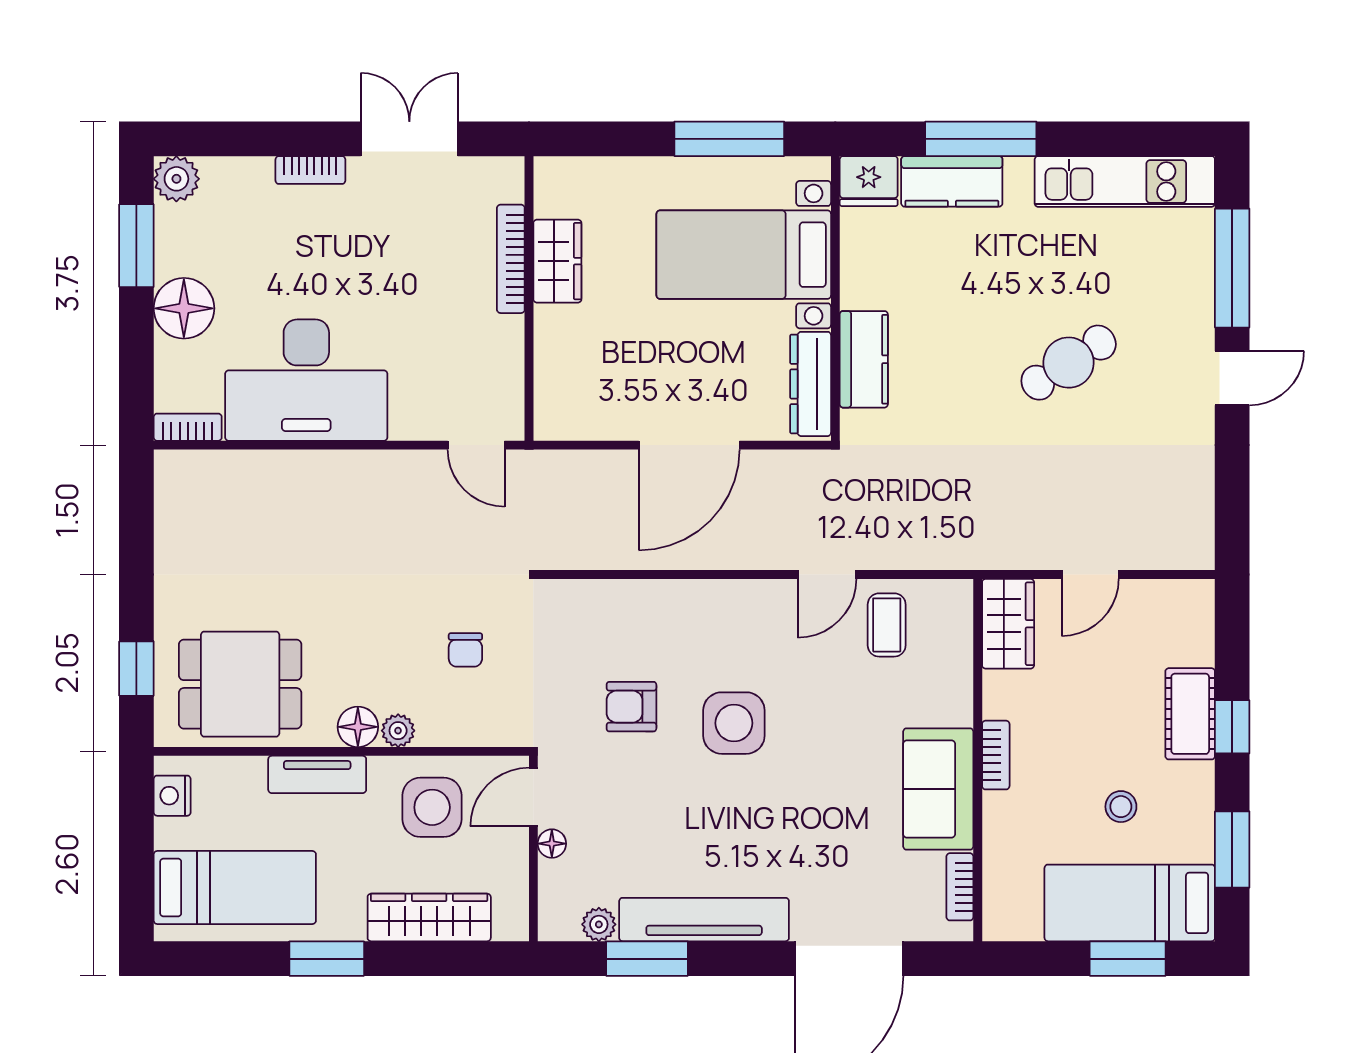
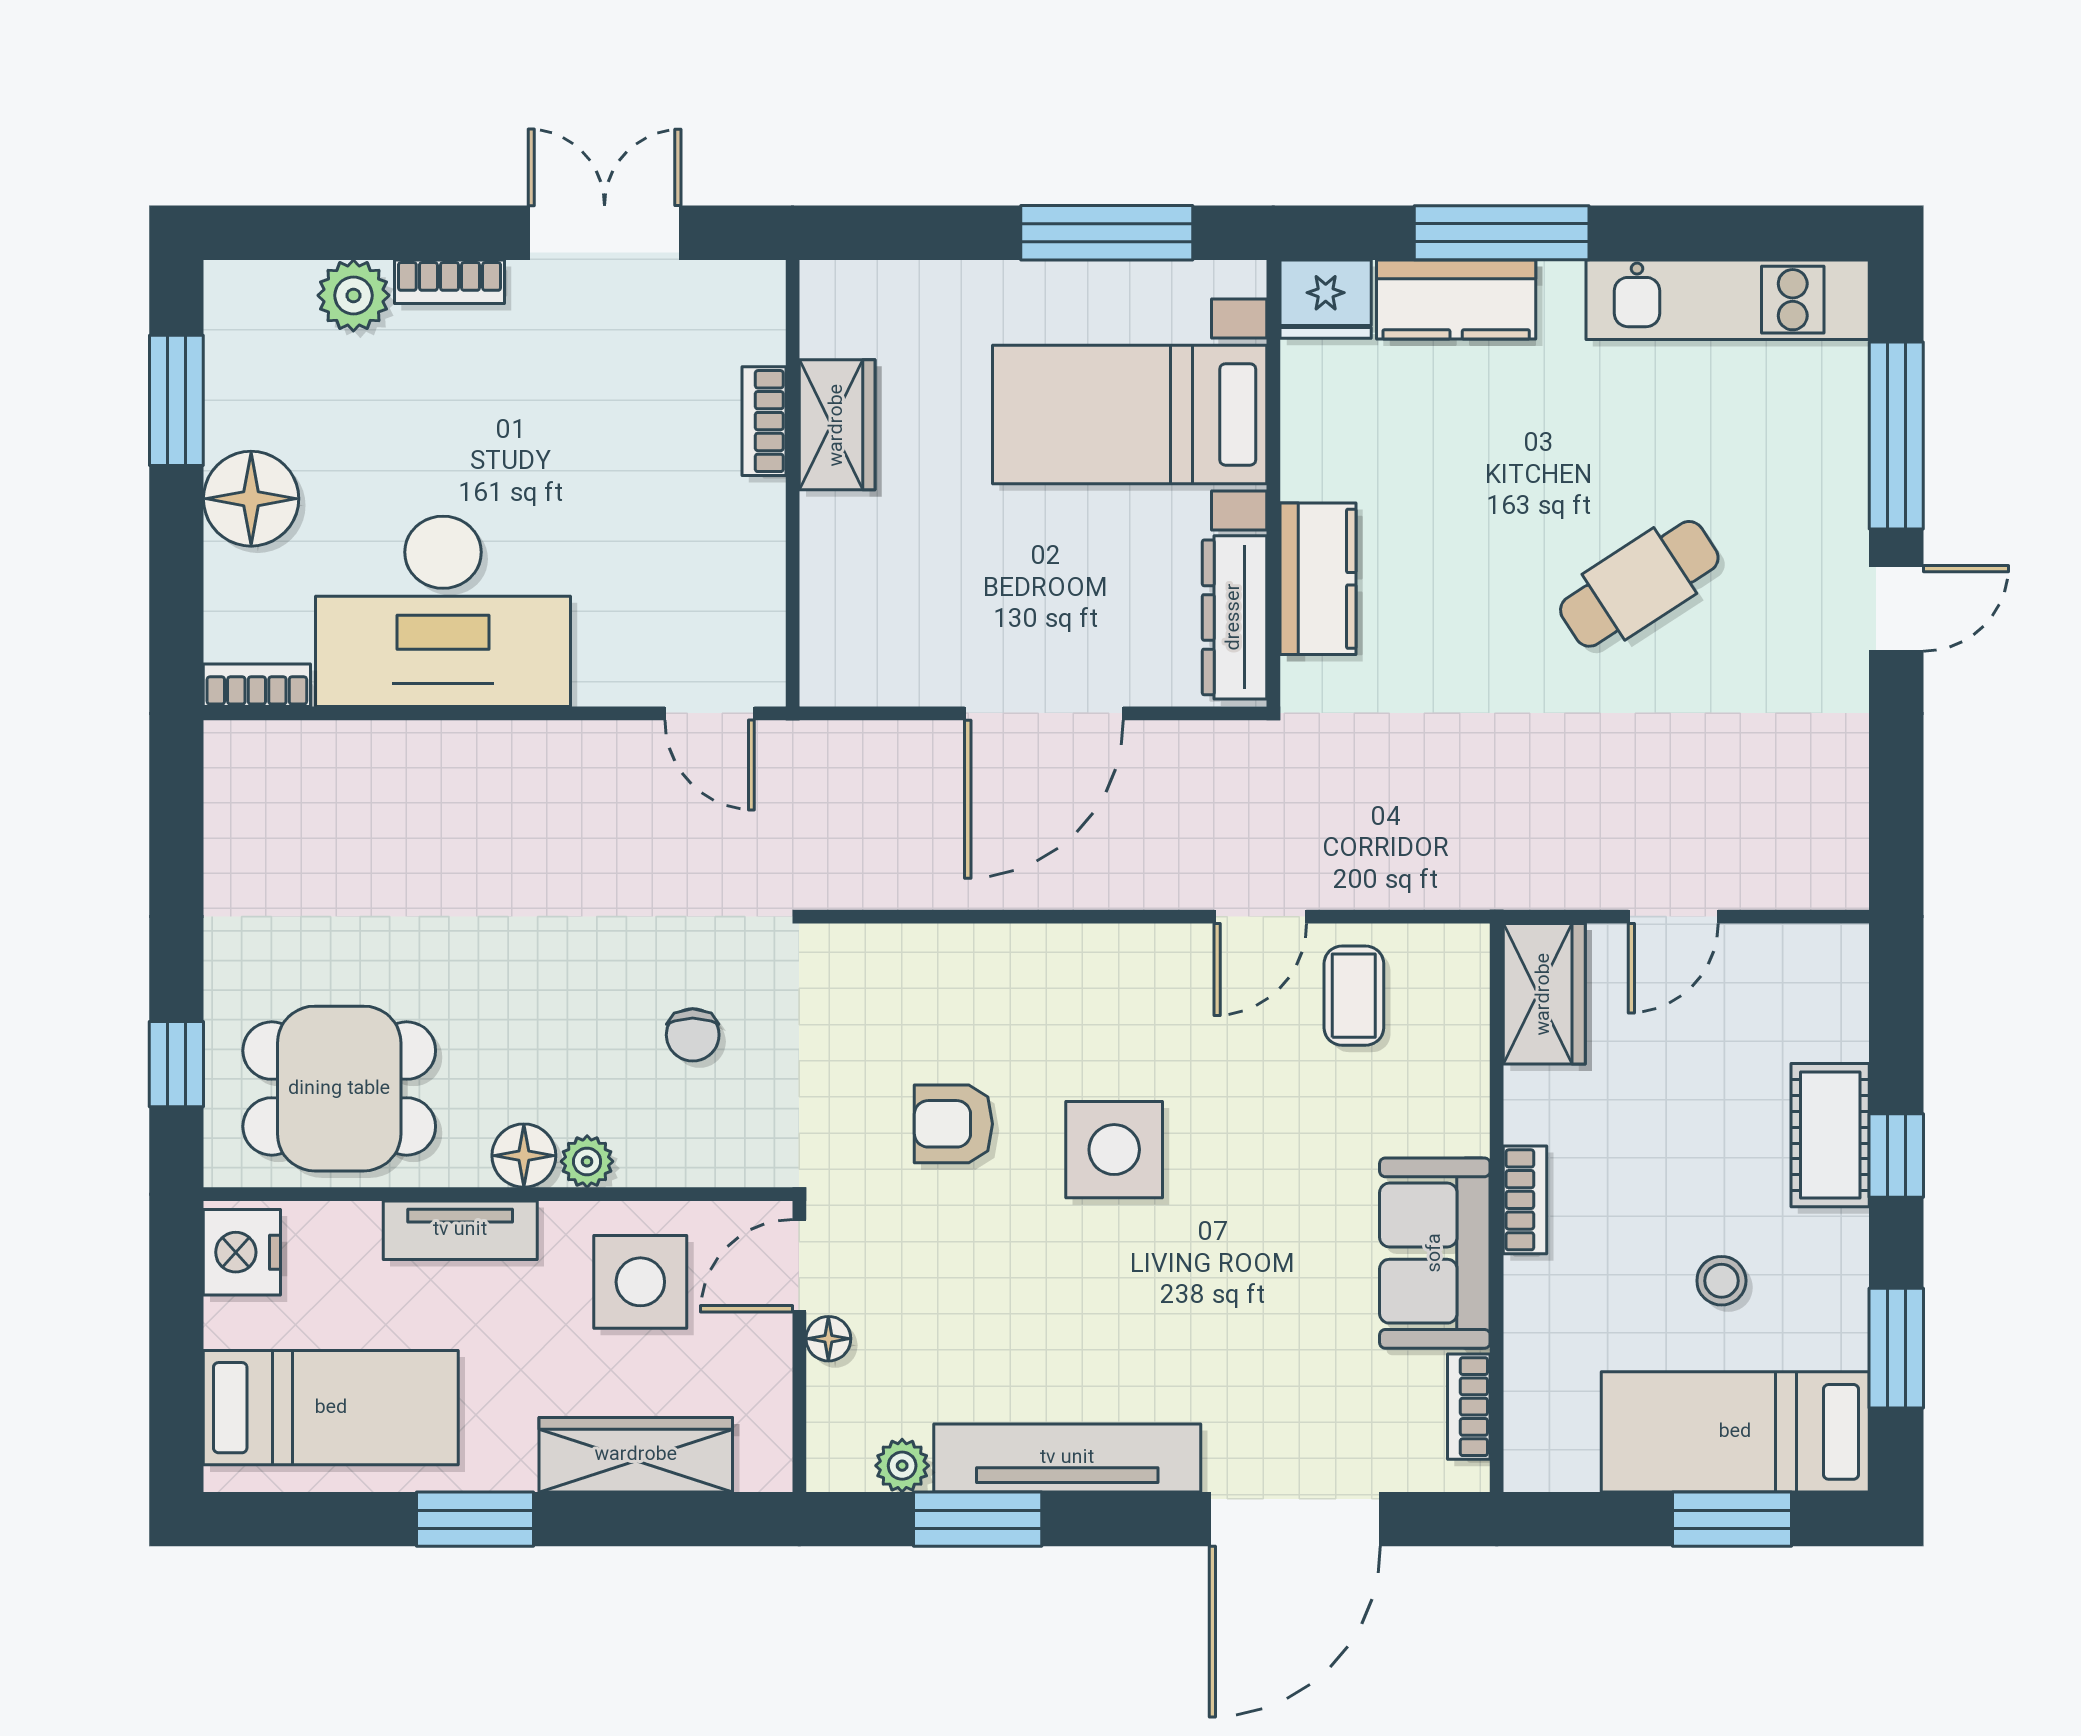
plant: (176, 179) -> (353, 295), moved
bookcase: (511, 259) -> (764, 421), width x0.64
nightstand: (172, 796) -> (242, 1252), width x1.36, depth x1.33

